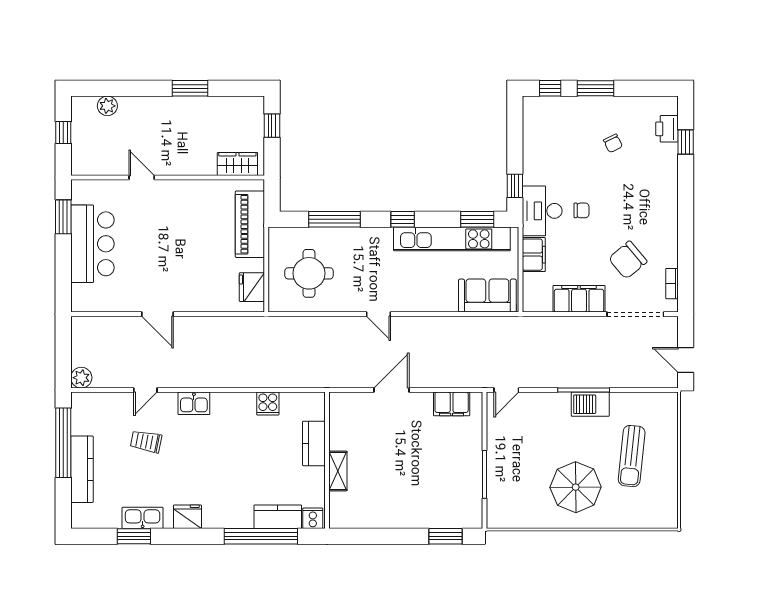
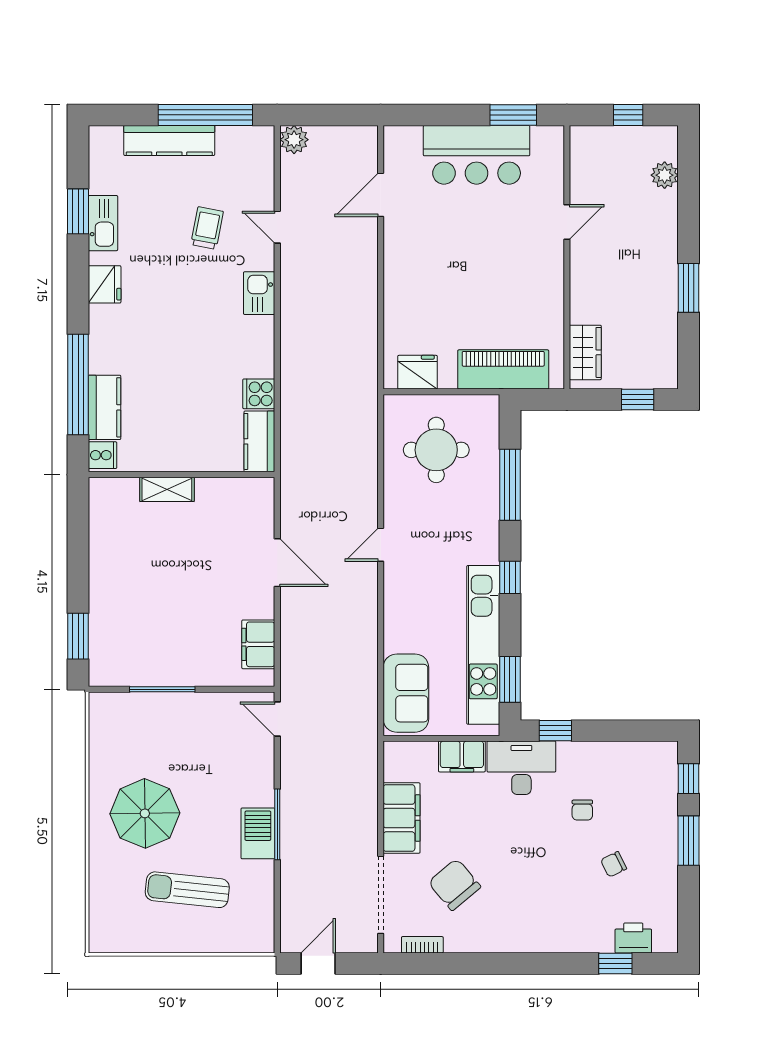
chair: (581, 210) -> (582, 810), moved
door: (157, 314) -> (381, 195), moved
kitchen counter: (314, 443) -> (259, 441), moved, turned -90

